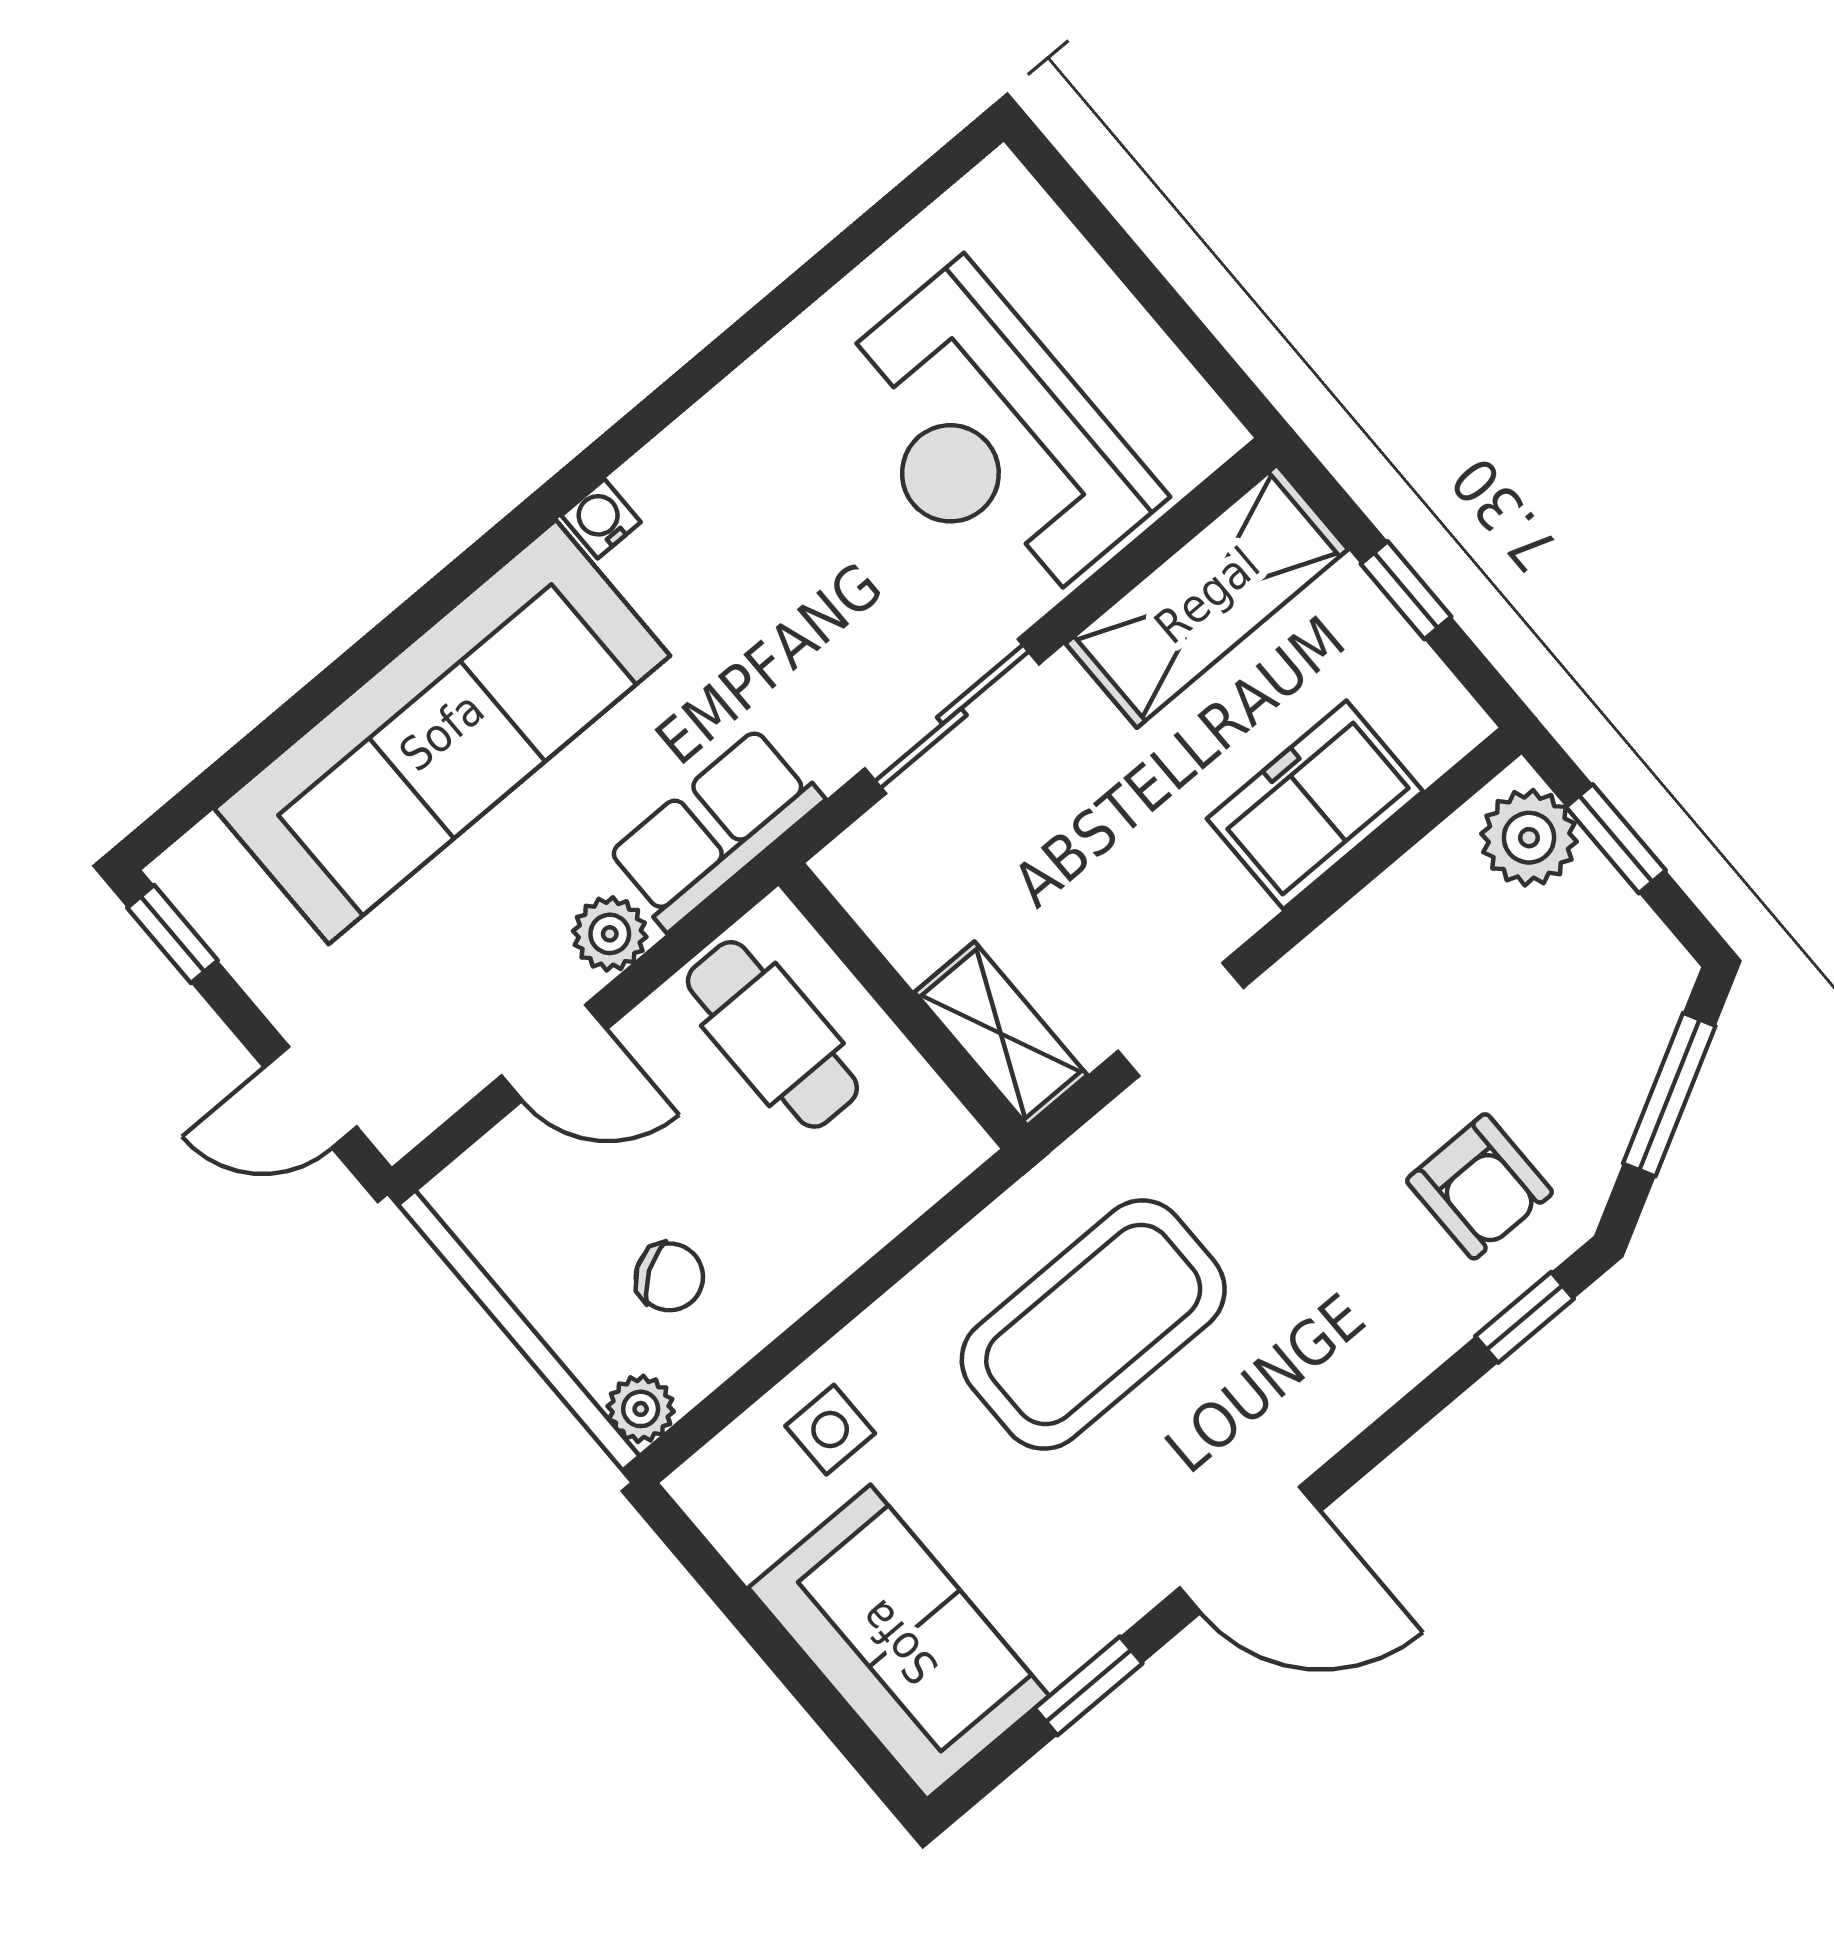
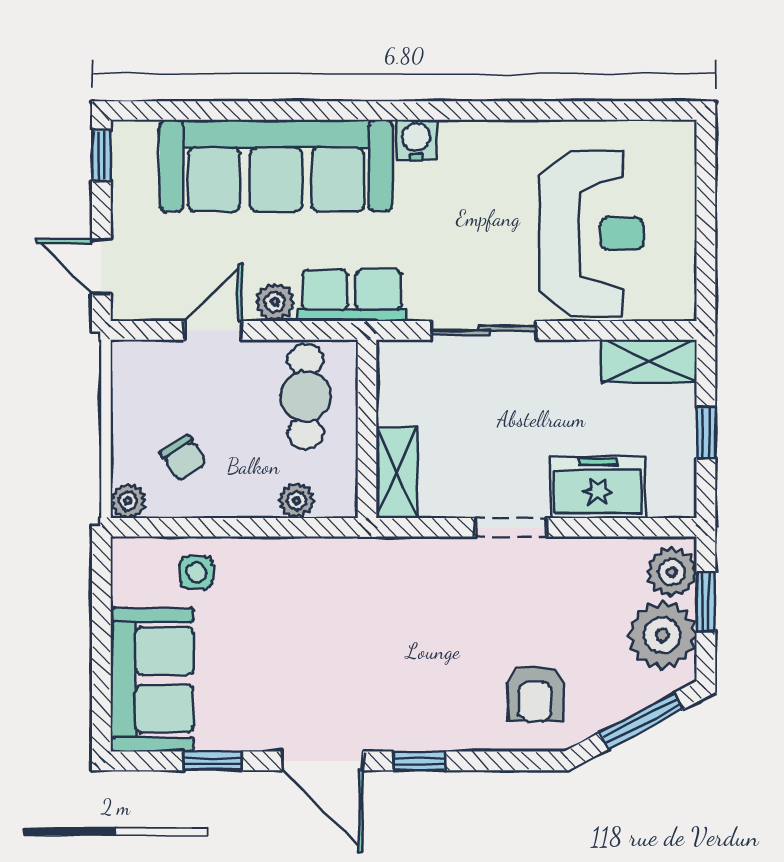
reception desk: (990, 440) -> (592, 234), turned 180
water cooler: (601, 519) -> (416, 140), width x1.38, depth x1.38
shelving: (1207, 596) -> (649, 361), width x0.67, depth x0.75
plant: (1593, 942) -> (662, 635), added
doorway: (1181, 1019) -> (511, 527), moved
door: (554, 1053) -> (213, 330), swing flipped
plant: (888, 1199) -> (297, 501), added
window: (1525, 1317) -> (419, 761), moved
coffee table: (1093, 1325) -> (336, 619), removed

